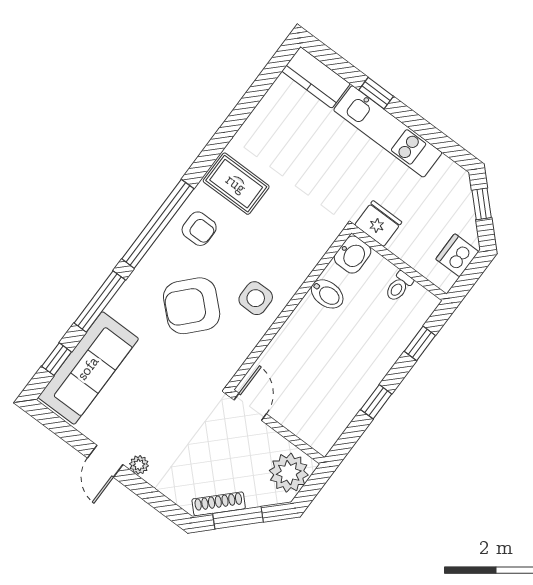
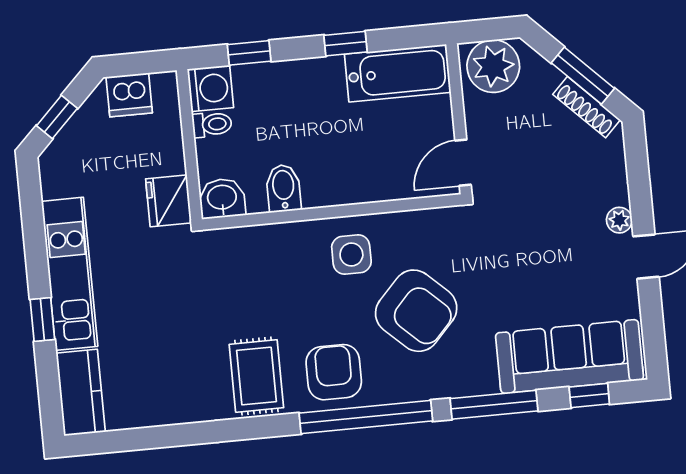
armchair: (199, 229) -> (334, 372), width x1.38, depth x1.38
washing machine: (420, 304) -> (210, 88), added
bathtub: (333, 416) -> (398, 73), added

